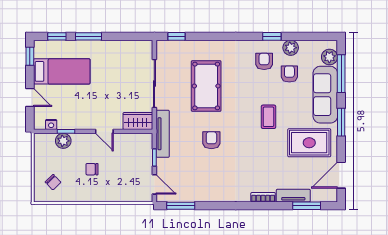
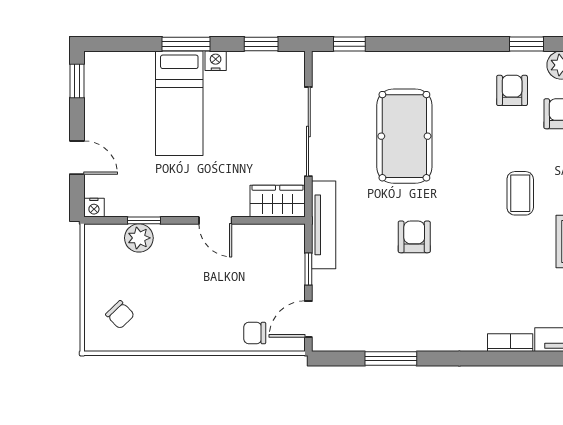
window: (57, 36) -> (261, 44), moved
nightstand: (105, 45) -> (216, 61), added
bed: (62, 71) -> (179, 103), moved, turned 90
nightstand: (51, 124) -> (94, 208), moved
chair: (92, 169) -> (255, 333), moved
door: (154, 184) -> (308, 319), swing flipped
window: (181, 206) -> (391, 359), moved

